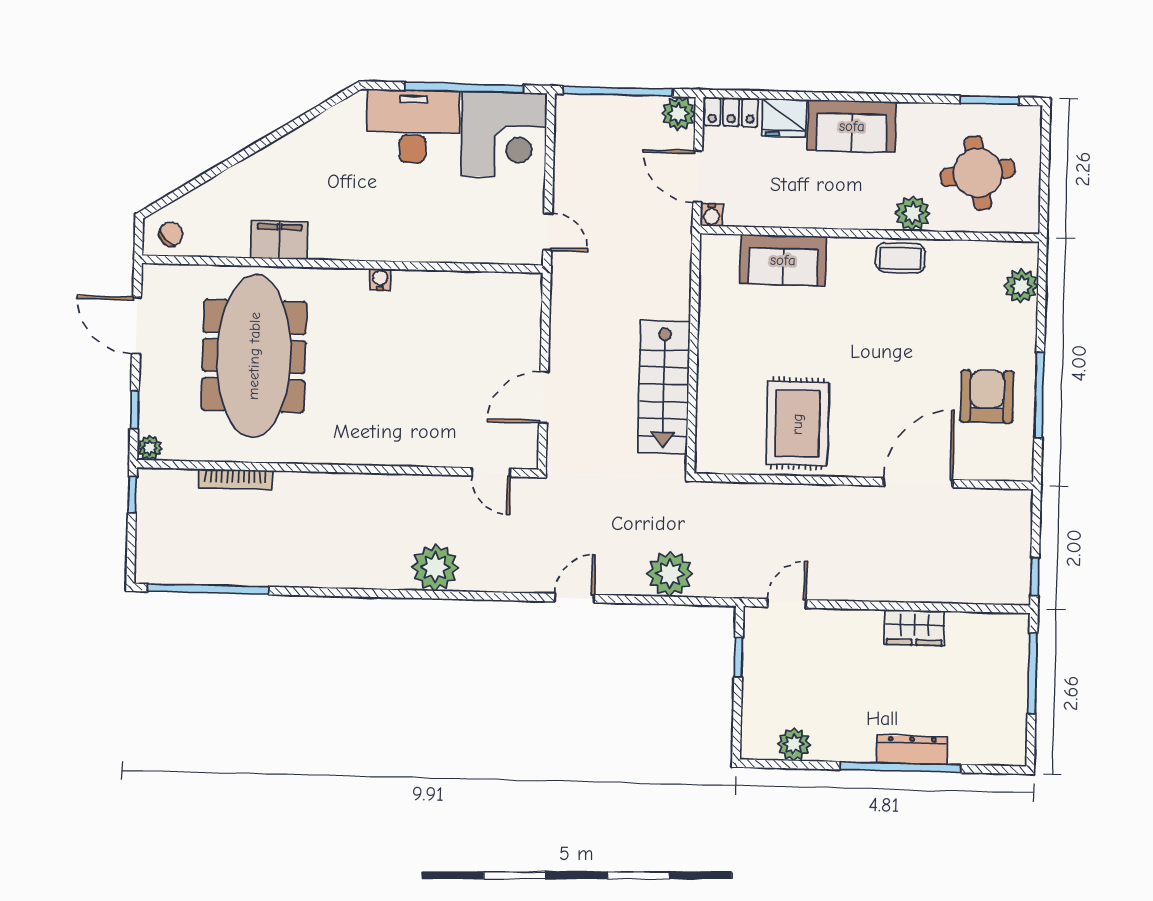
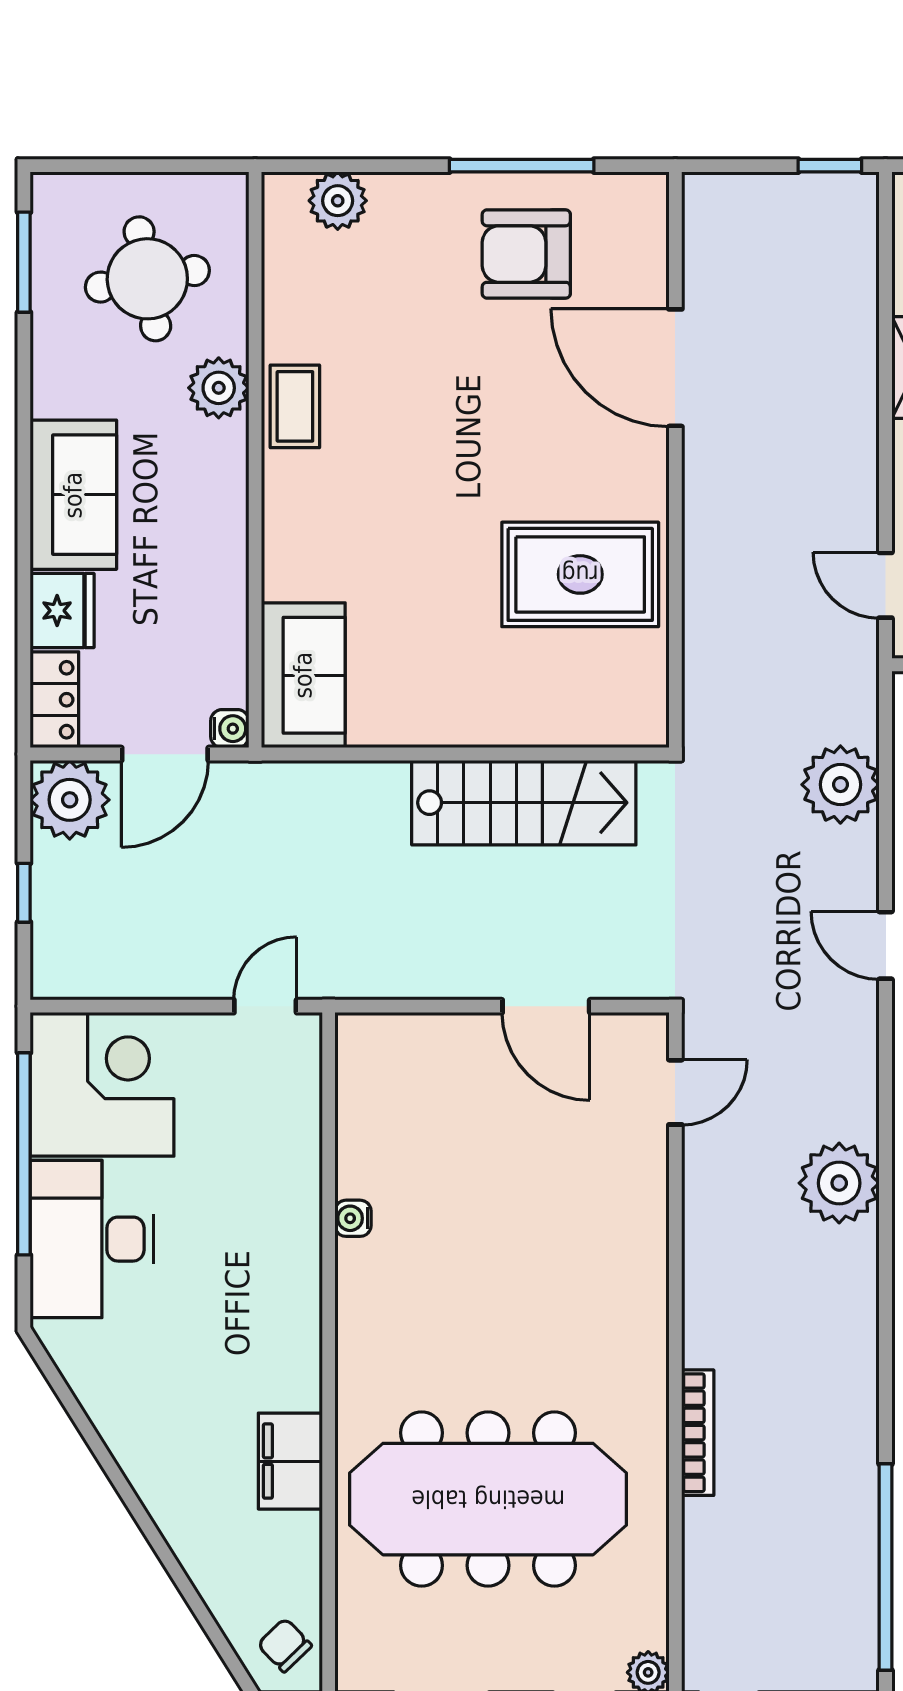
window: (618, 91) -> (24, 893), width x0.32
plant: (678, 114) -> (70, 800), width x1.36, depth x1.36
sofa: (783, 260) -> (303, 675), moved
water cooler: (380, 279) -> (353, 1218), moved
bookcase: (236, 479) -> (698, 1433), moved

